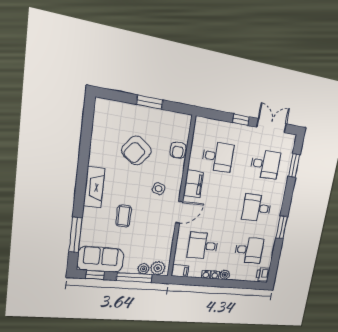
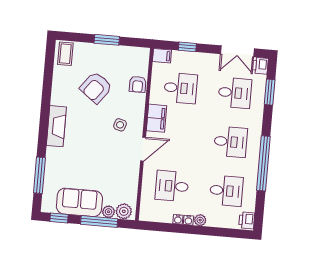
window: (241, 120) -> (187, 47), moved
double door: (272, 126) -> (237, 51), swing flipped
printer: (289, 141) -> (260, 66), added
desk: (257, 208) -> (231, 142), turned 180
coffee table: (124, 216) -> (65, 54), moved
window: (282, 227) -> (263, 163), width x2.11
sofa: (101, 259) -> (79, 202), moved
filing cabinet: (180, 271) -> (162, 56), moved

